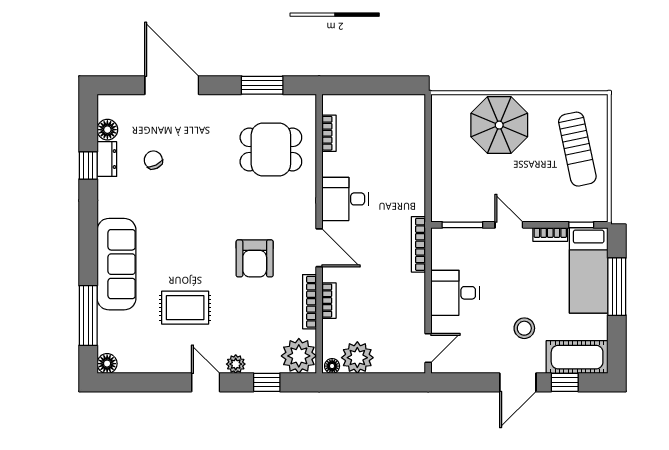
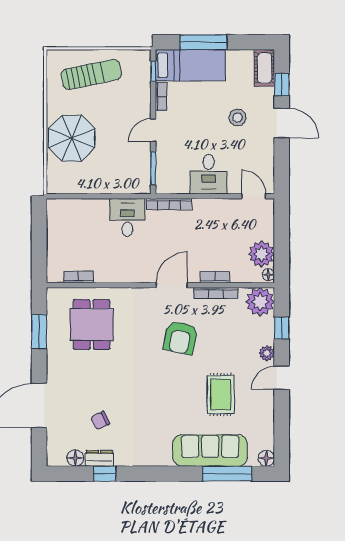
desk: (345, 199) -> (127, 217), moved, turned 180
armchair: (255, 258) -> (181, 338), turned 102
sofa: (117, 264) -> (210, 451), moved
cot: (577, 357) -> (264, 68), width x0.73, depth x0.75

